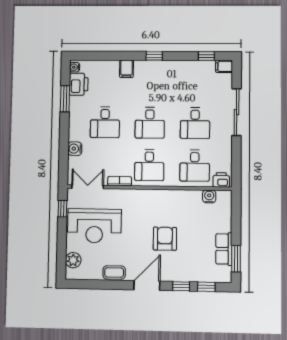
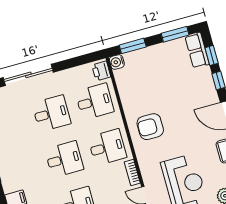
water cooler: (209, 196) -> (117, 62), moved
window: (236, 216) -> (133, 46), added
armchair: (165, 239) -> (150, 127), moved
row of seats: (224, 249) -> (197, 50), moved, turned 90

